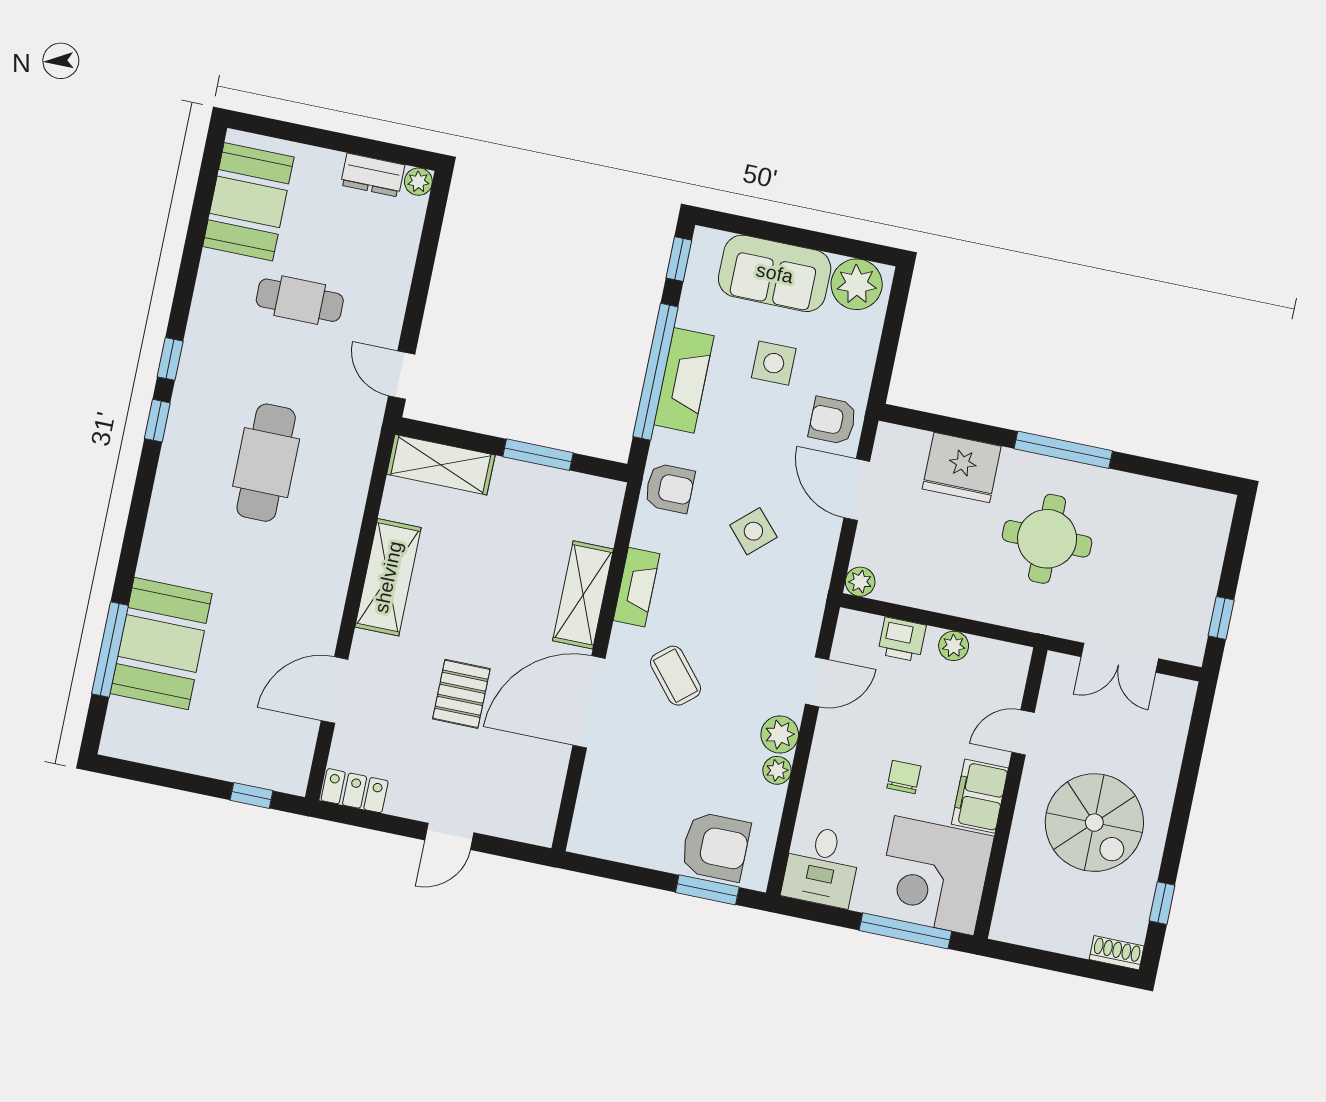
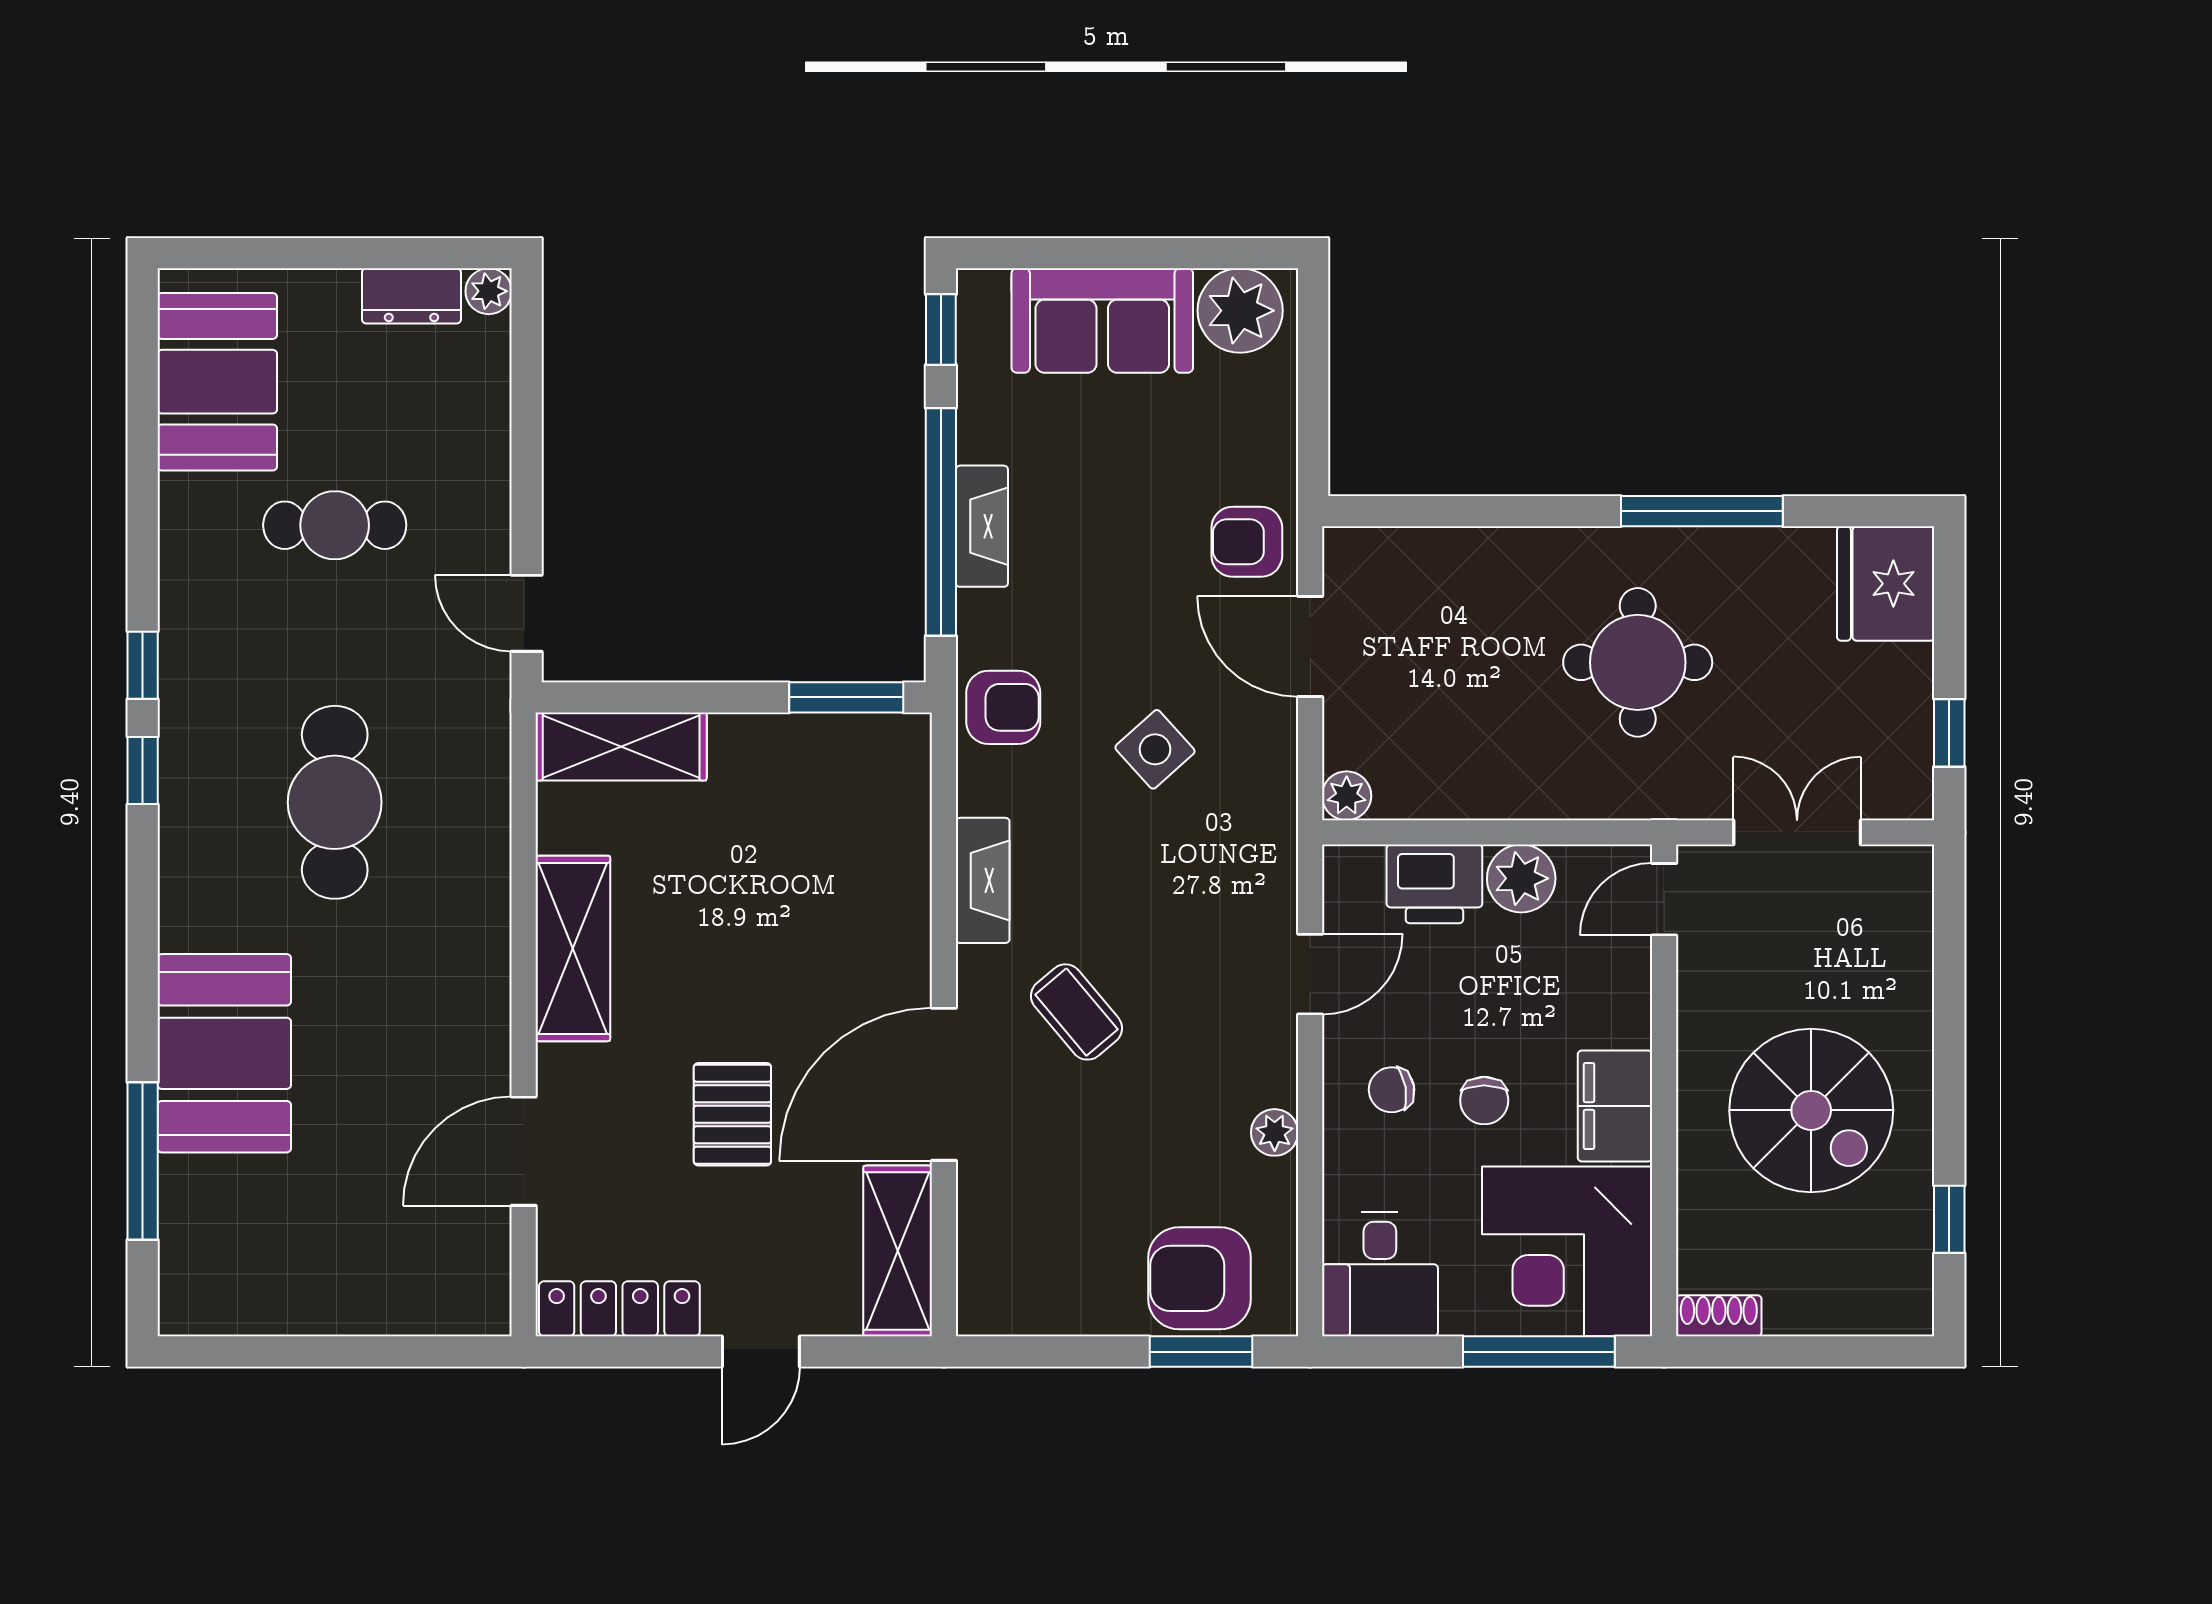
side table: (774, 363) -> (1131, 468), removed
fireplace: (684, 380) -> (982, 526), width x0.73, depth x0.76
window: (1063, 450) -> (1702, 511), moved
window: (538, 455) -> (846, 697), moved
fridge: (962, 468) -> (1886, 584), moved, turned 90
shelving: (583, 595) -> (898, 1251), moved
printer: (902, 639) -> (1434, 884), width x1.36, depth x1.24
booth: (161, 644) -> (224, 1053), moved
plant: (954, 646) -> (1521, 878), width x1.38, depth x1.38
double door: (1120, 658) -> (1797, 832), swing flipped
door: (1023, 732) -> (1664, 899), moved
plant: (780, 734) -> (1267, 1073), removed
chair: (851, 760) -> (1392, 1090), added
chair: (904, 777) -> (1484, 1101), turned 180
locker: (355, 791) -> (619, 1309), width x1.53
window: (252, 795) -> (424, 1352), removed
armchair: (715, 847) -> (1200, 1278), turned 180
shoe rack: (1117, 953) -> (1719, 1316), moved

